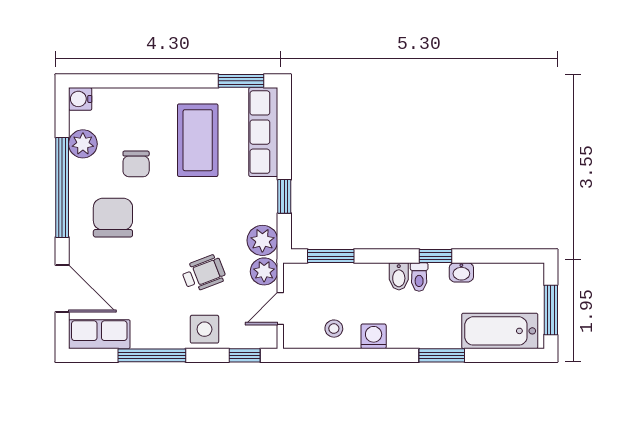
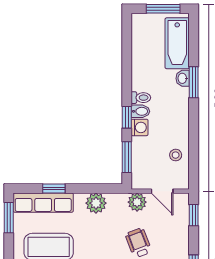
window: (284, 196) -> (54, 188), moved
plant: (262, 240) -> (96, 203), moved
window: (435, 256) -> (127, 117), moved
washbasin: (461, 272) -> (183, 78), moved, turned 180
side table: (204, 329) -> (176, 242), removed
washing machine: (374, 336) -> (140, 127), moved, turned 180

